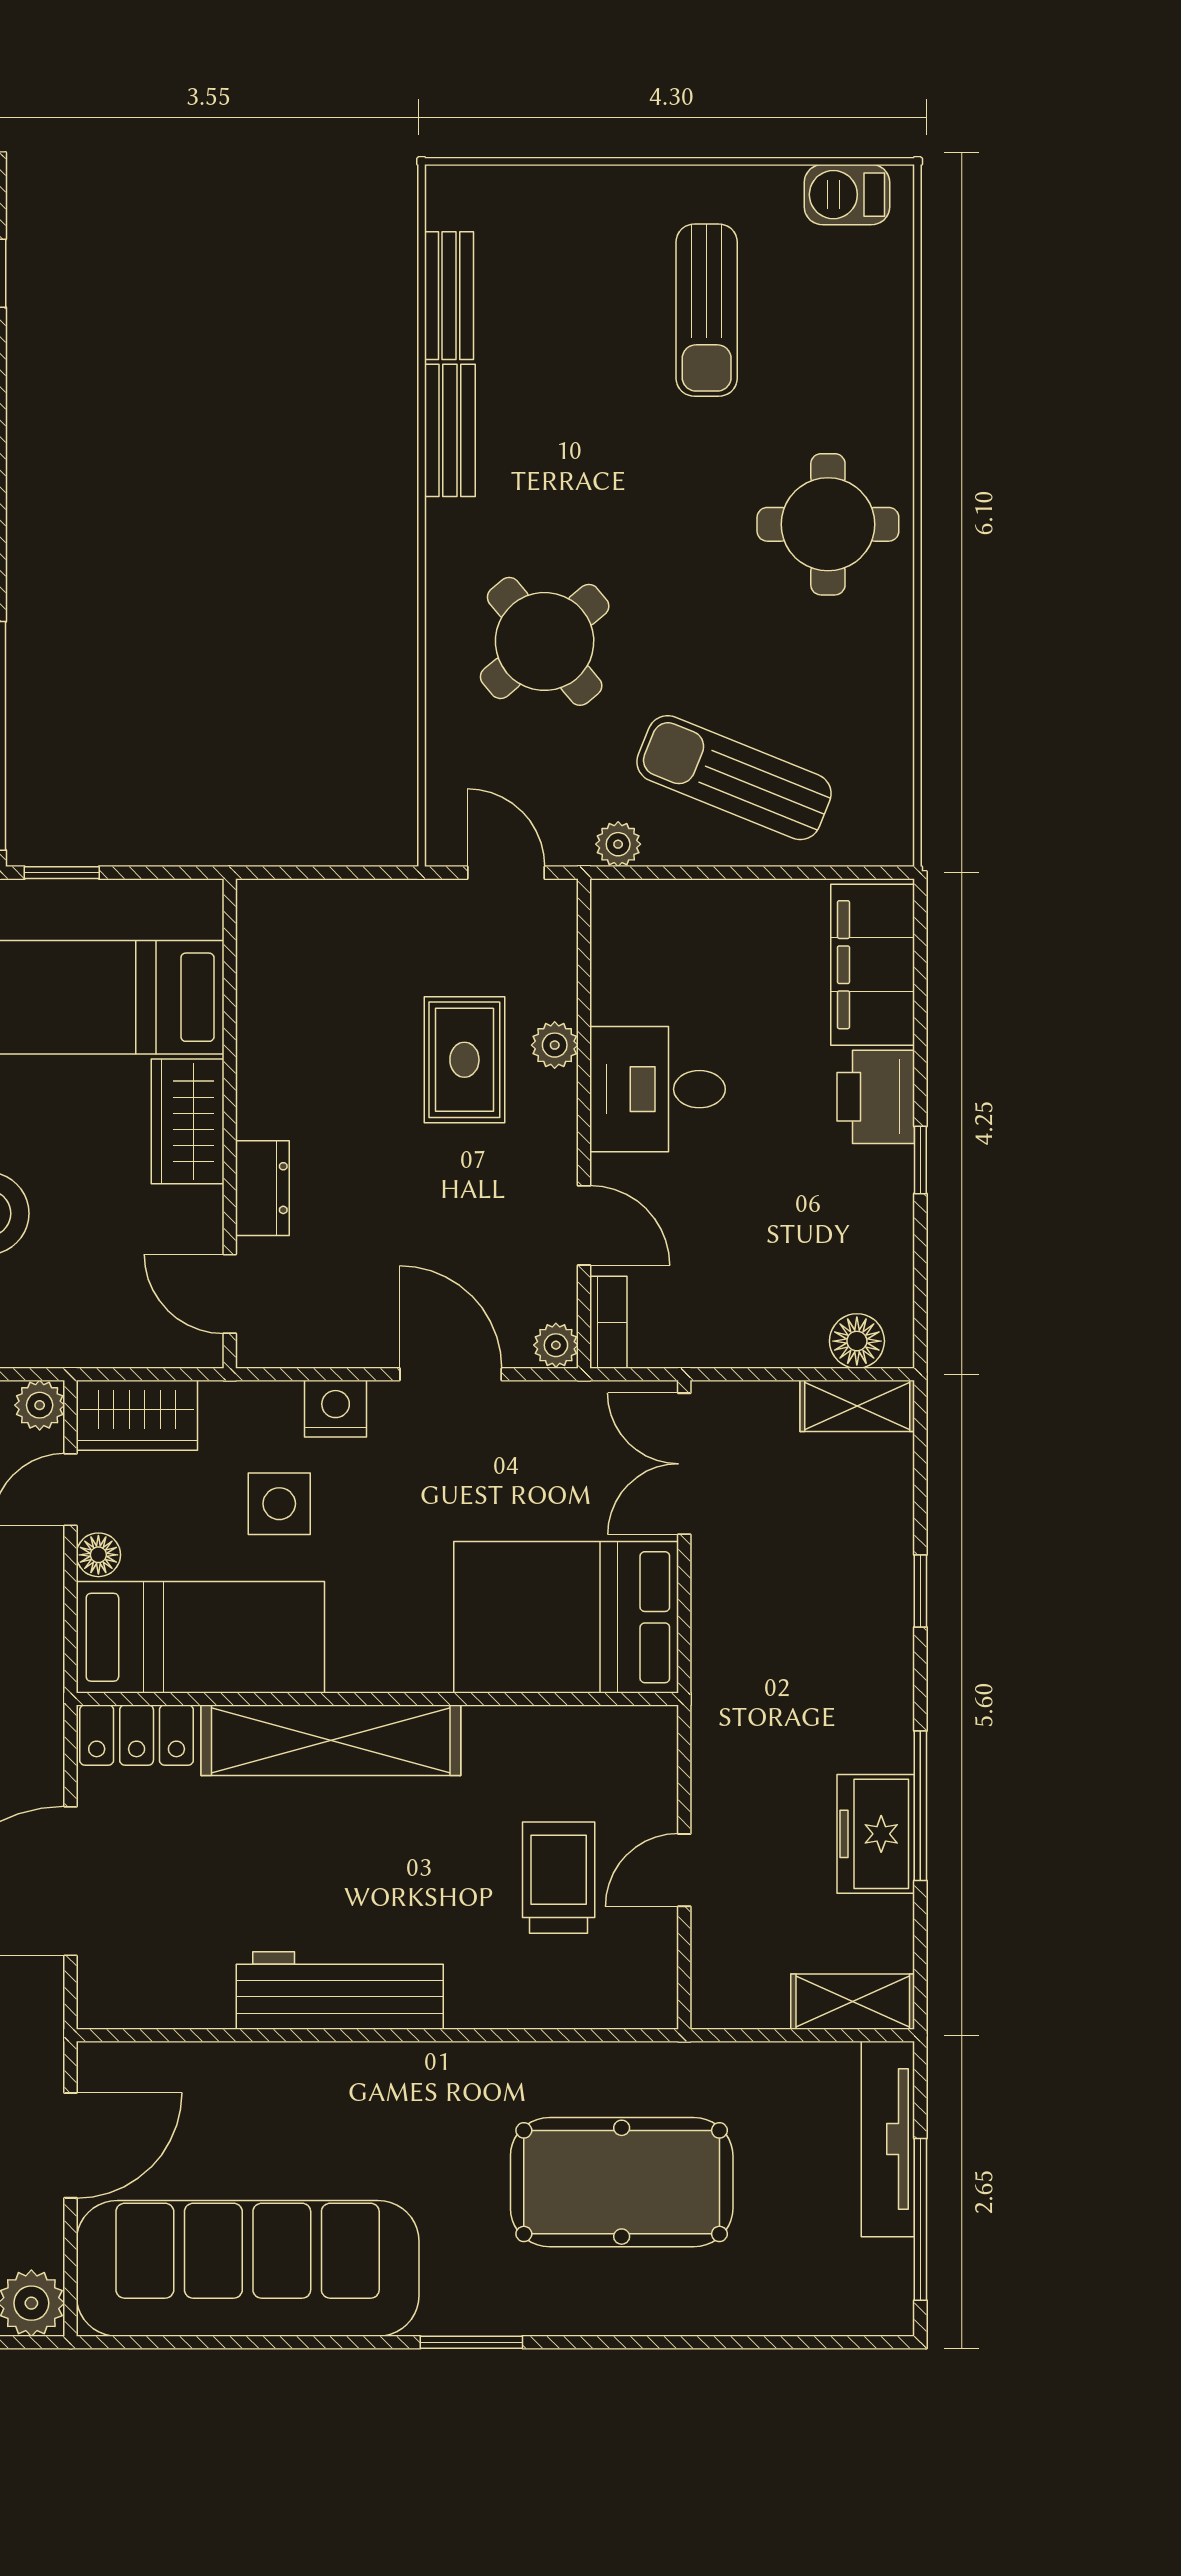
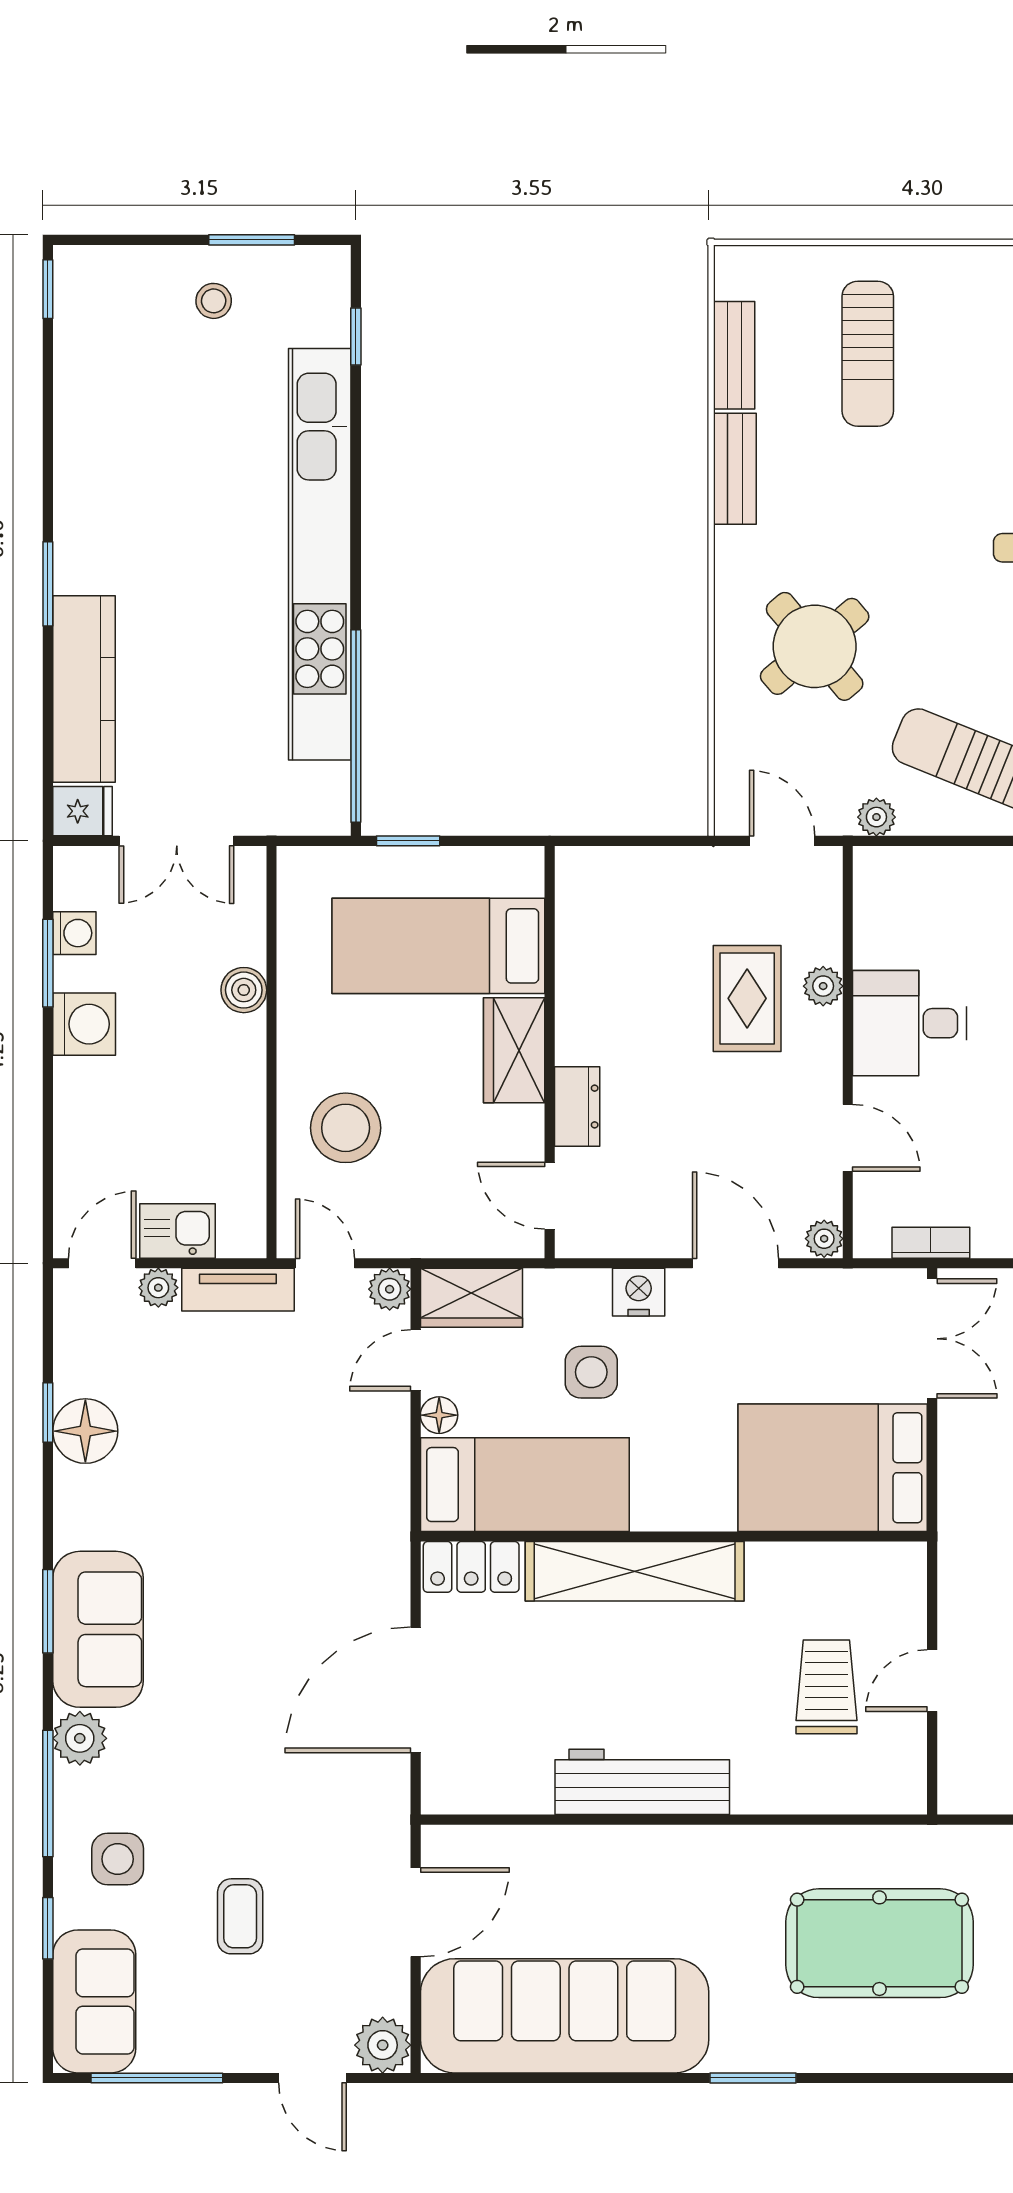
sun lounger: (707, 310) -> (868, 354), moved
bookcase: (608, 1322) -> (931, 1243), moved, turned -90
double door: (684, 1464) -> (932, 1339), swing flipped

